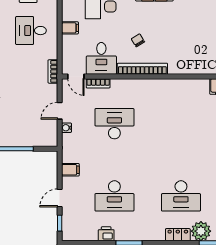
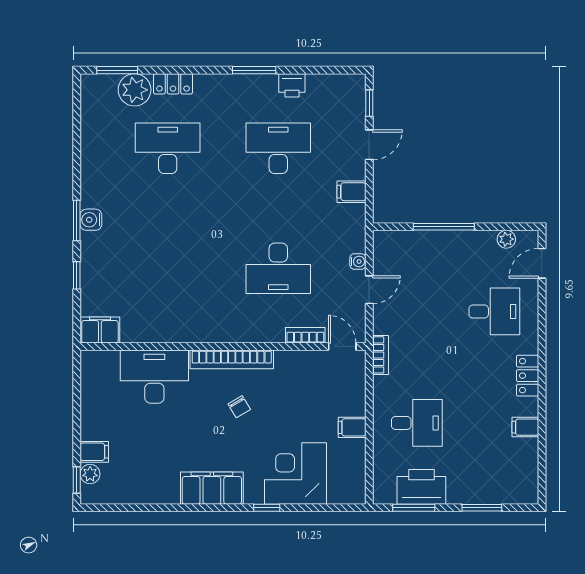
desk: (101, 58) -> (154, 377), moved, width x1.37

